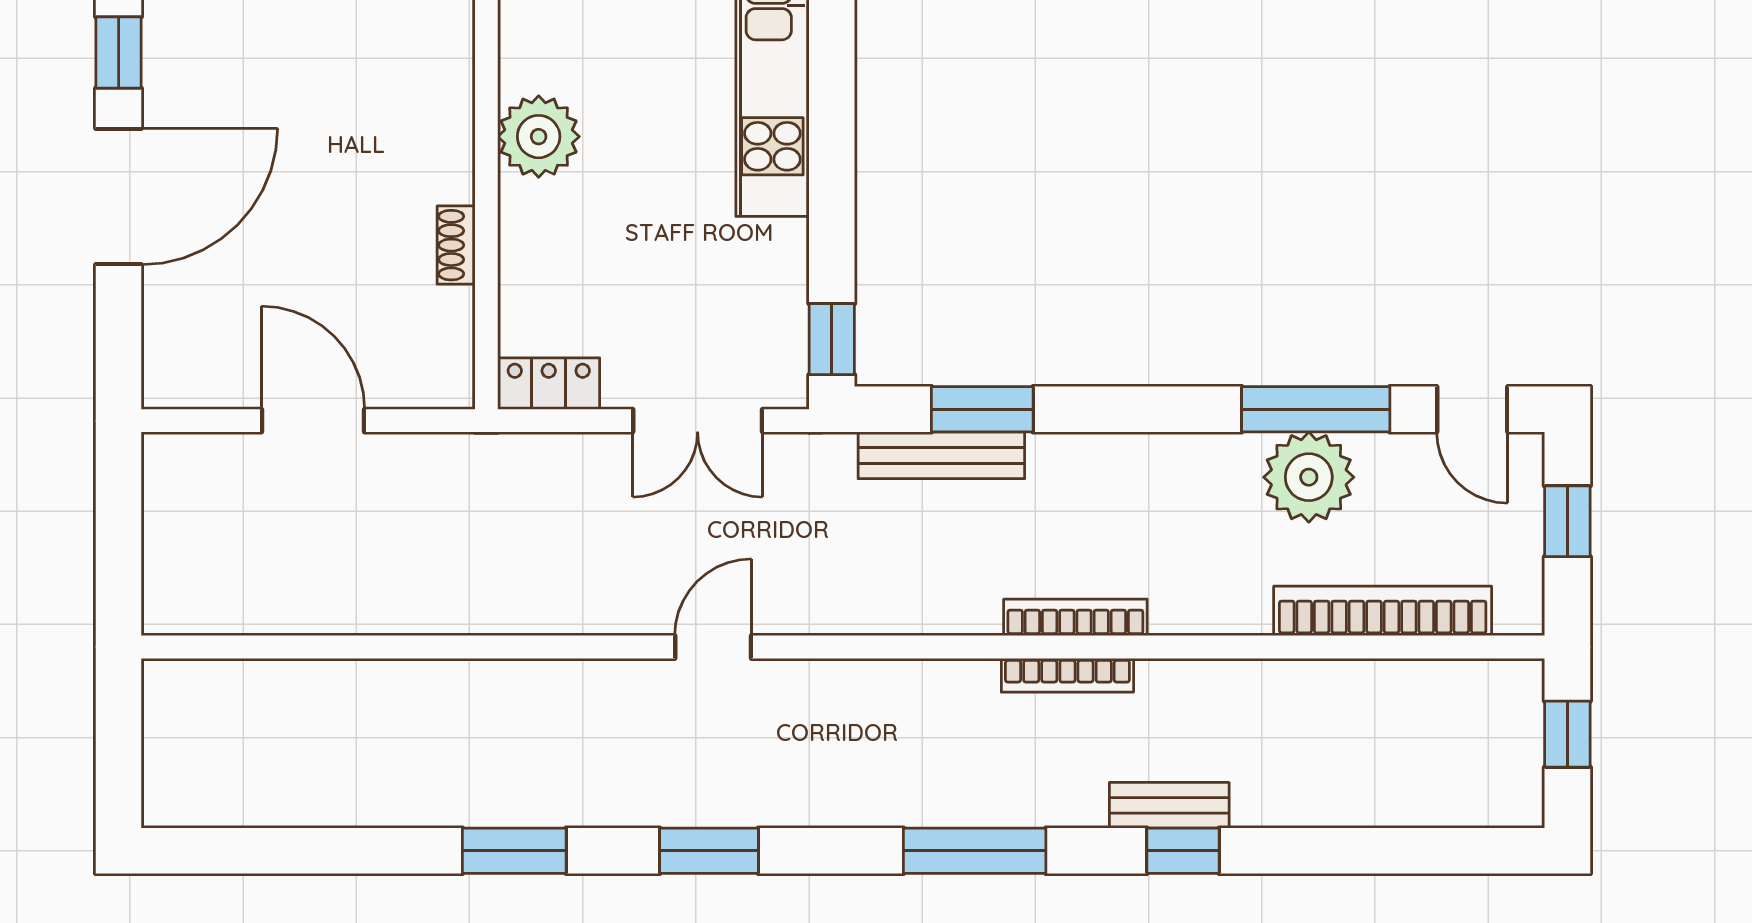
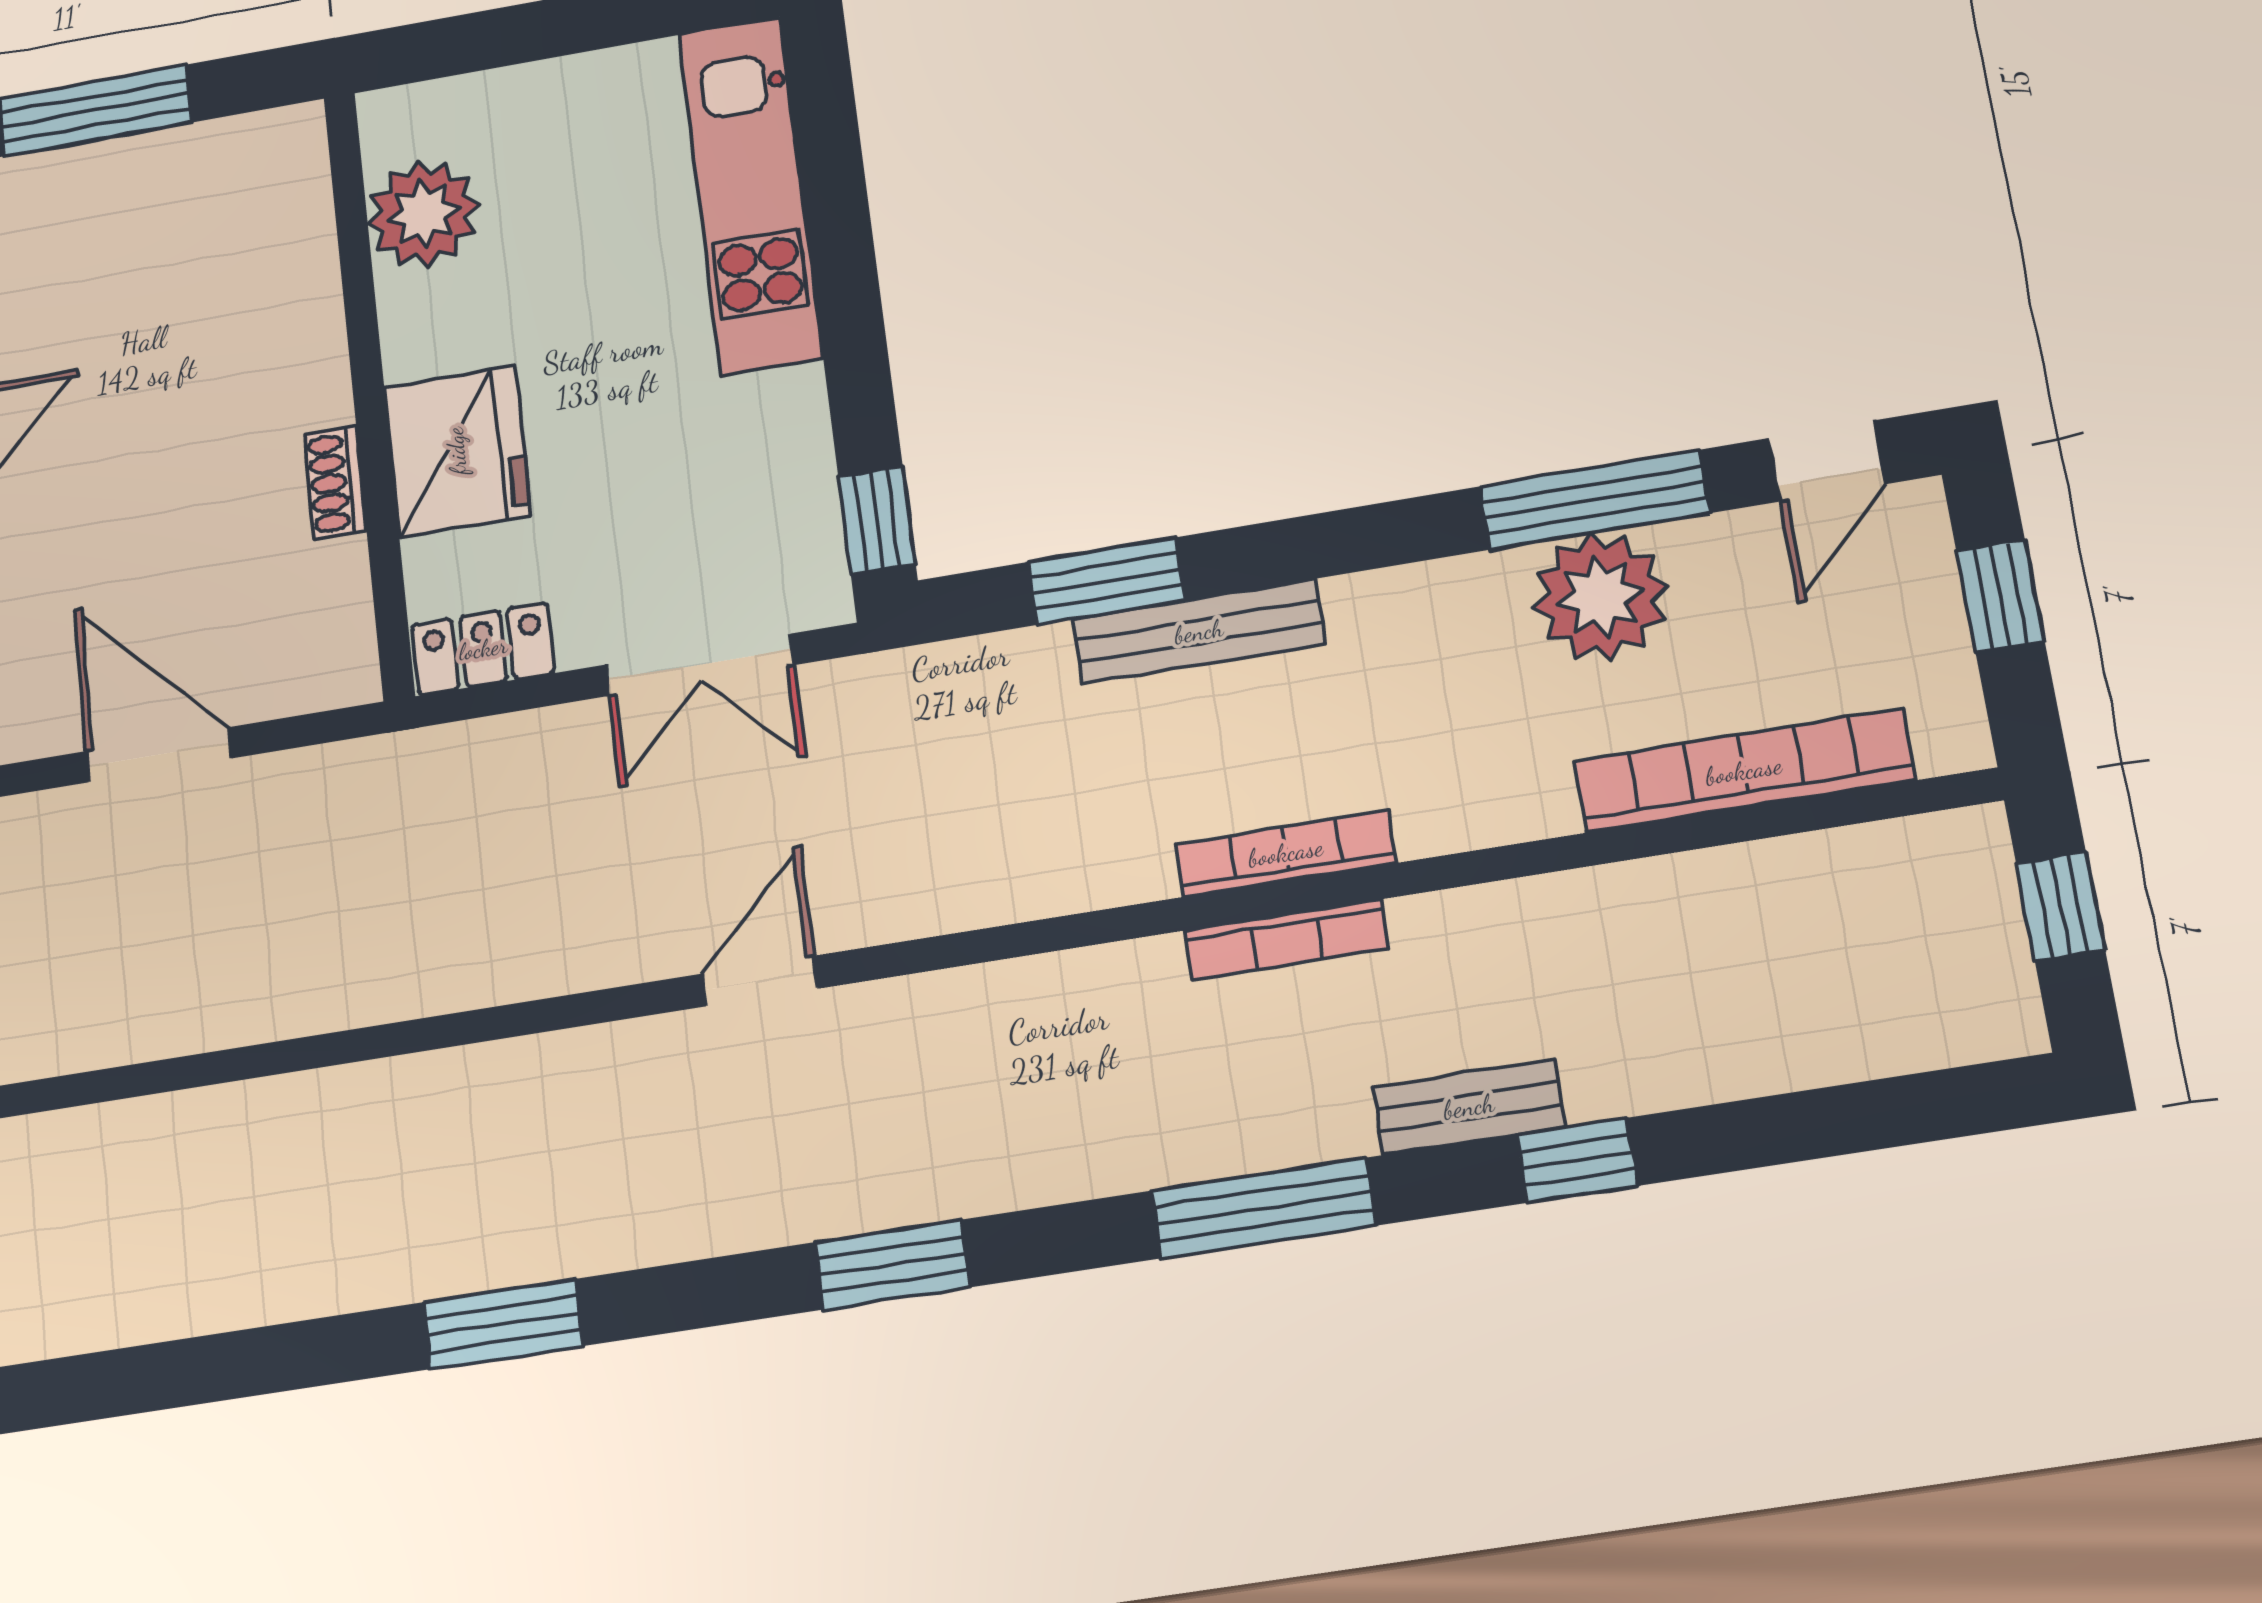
plant: (539, 137) -> (423, 214), moved
fridge: (545, 238) -> (457, 451), added
door: (1472, 409) -> (1827, 461), hinge flipped
bench: (941, 455) -> (1199, 632), moved
window: (709, 851) -> (892, 1265), moved
window: (975, 851) -> (1264, 1208), moved
window: (1183, 851) -> (1577, 1160), moved

